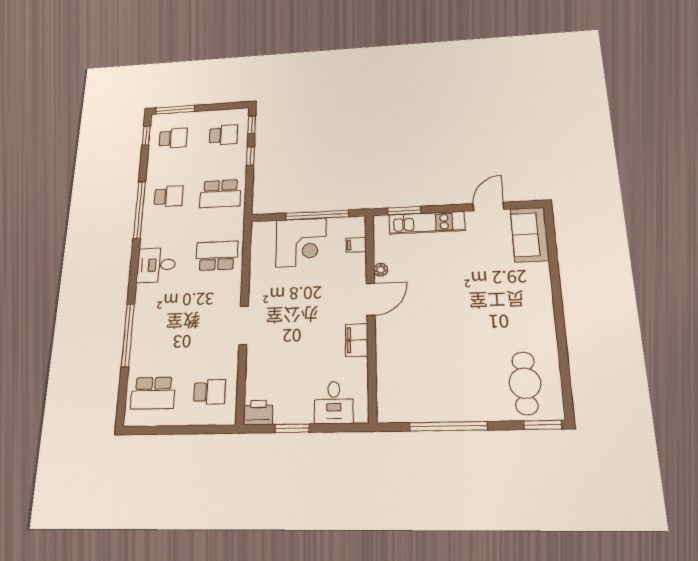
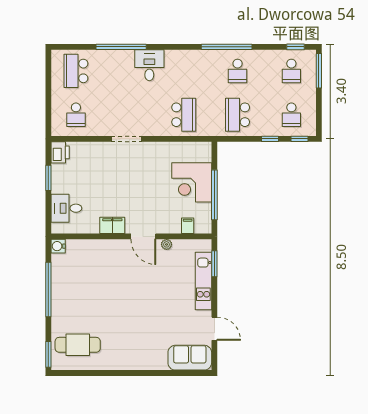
desk: (156, 265) -> (149, 65), moved
water cooler: (386, 413) -> (58, 246), added

